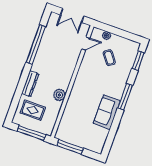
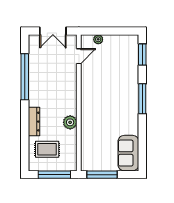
coffee table: (109, 58) -> (110, 62), removed
sofa: (107, 112) -> (128, 153), moved

